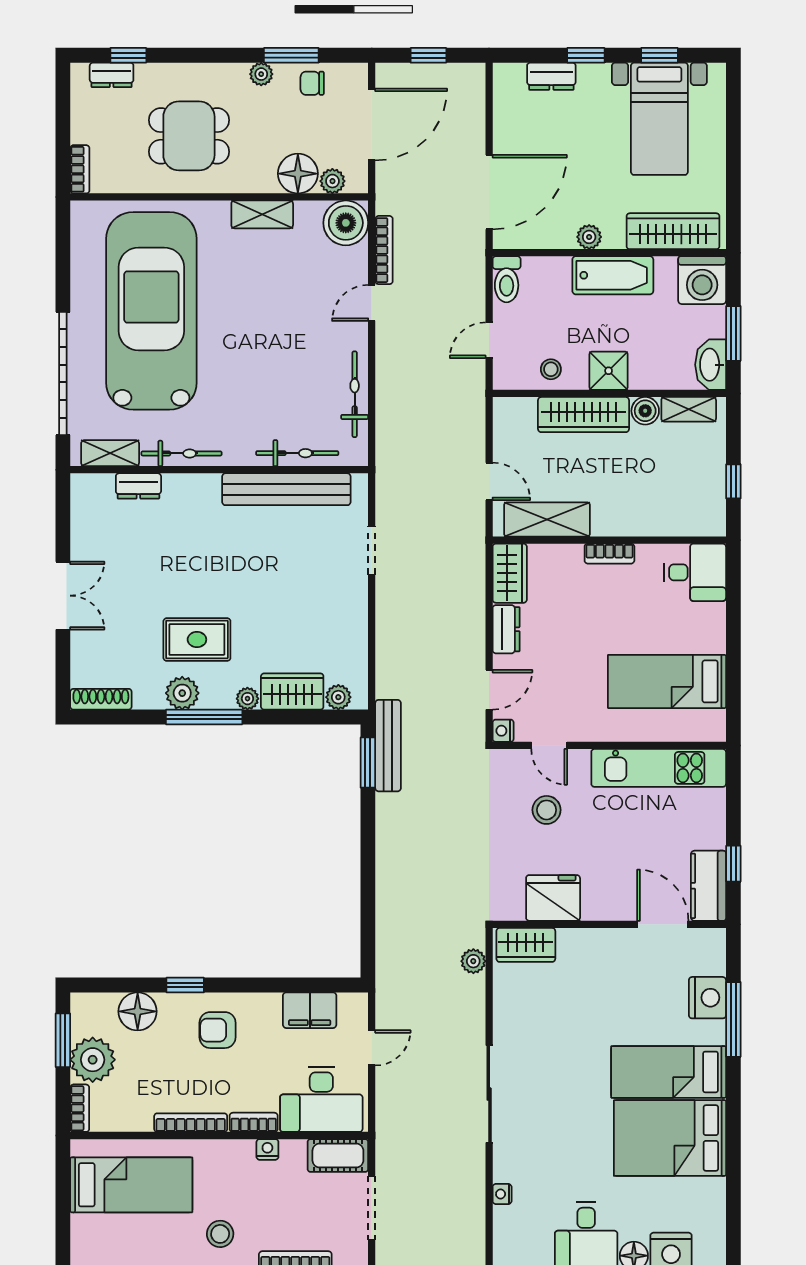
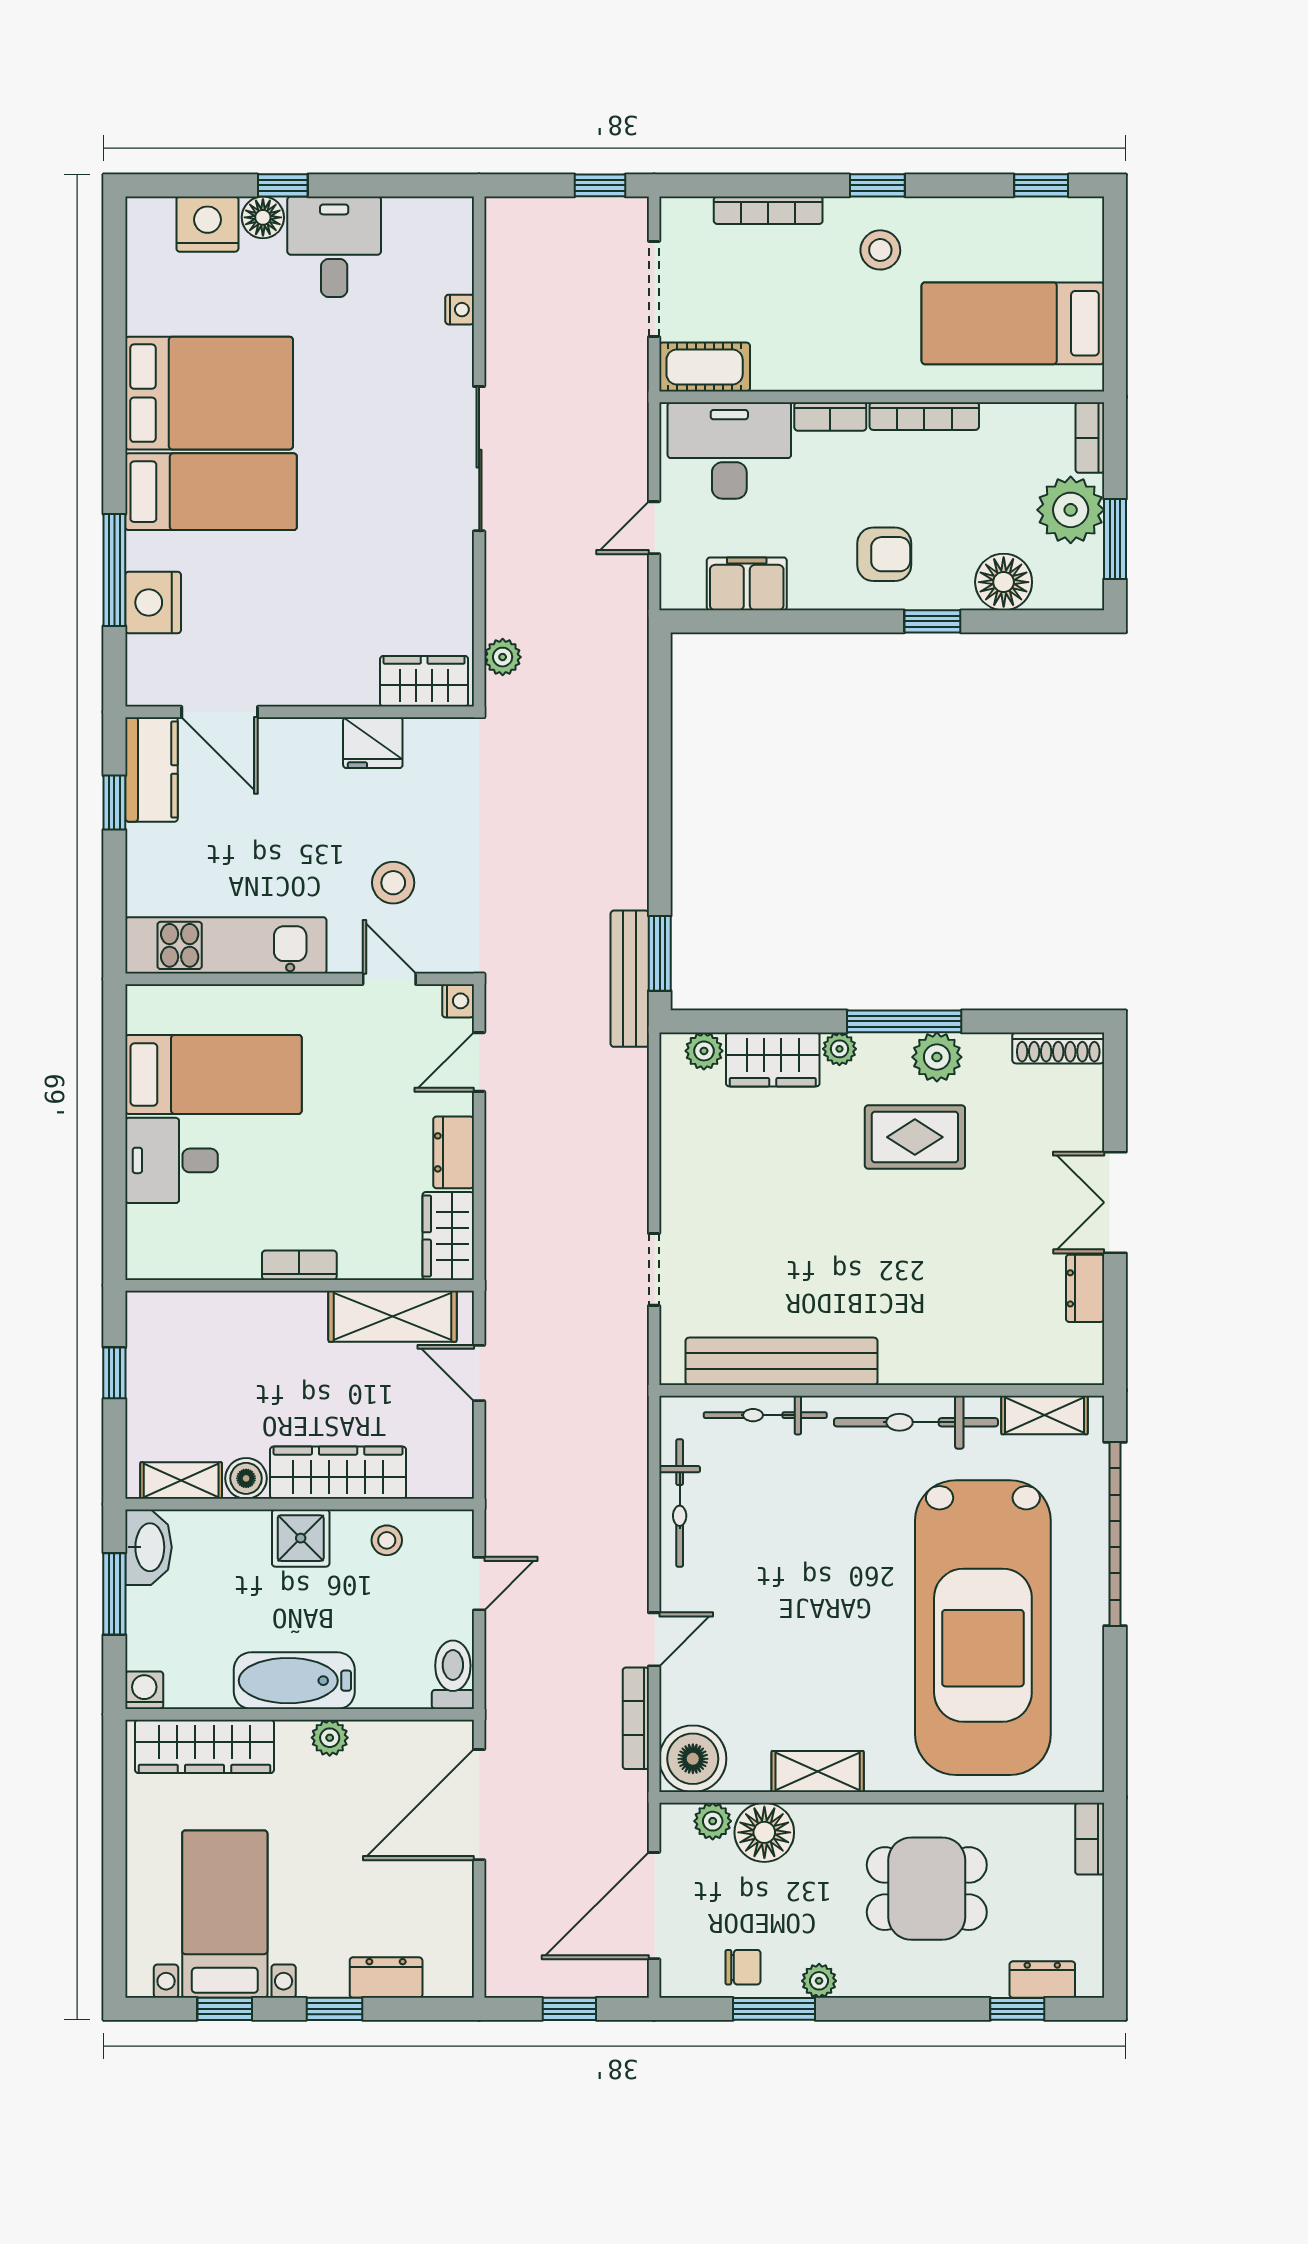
washing machine: (702, 280) -> (144, 1690), width x0.53, depth x0.53
bicycle: (182, 453) -> (916, 1422), width x1.37, depth x1.40
dresser: (138, 486) -> (1085, 1288), moved, turned -90
desk: (695, 572) -> (172, 1160), moved
fridge: (553, 898) -> (373, 743), width x0.73, depth x0.75
nightstand: (267, 1149) -> (810, 376), removed

